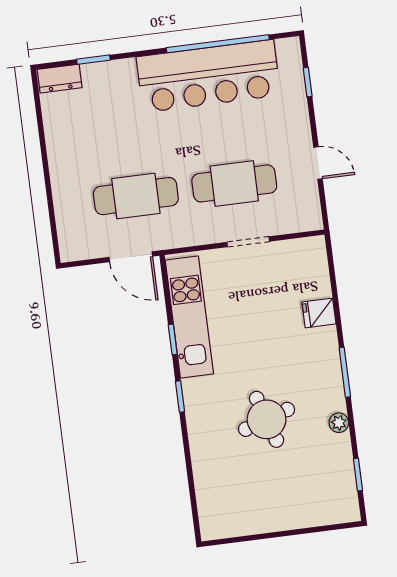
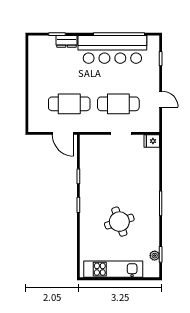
dresser: (60, 79) -> (67, 41), moved
fridge: (319, 313) -> (152, 141), moved
kitchen unit: (189, 317) -> (113, 269), moved, turned -90
plant: (339, 423) -> (155, 256), moved

